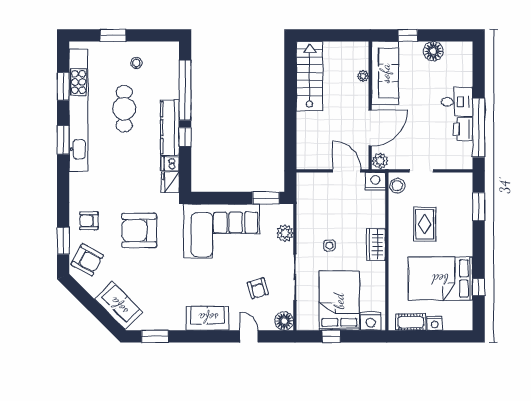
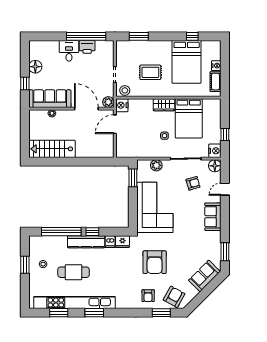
window: (113, 35) -> (25, 265), moved
bed: (339, 301) -> (189, 118), moved, turned -90
nightstand: (371, 321) -> (215, 151), moved

